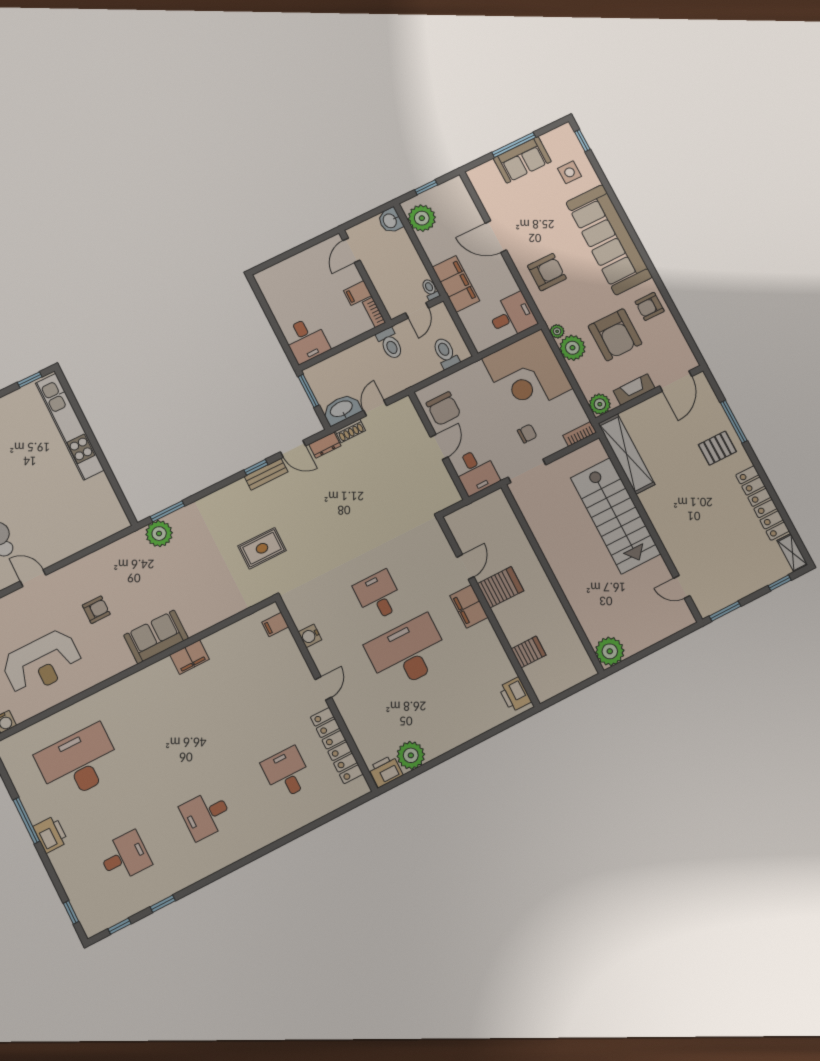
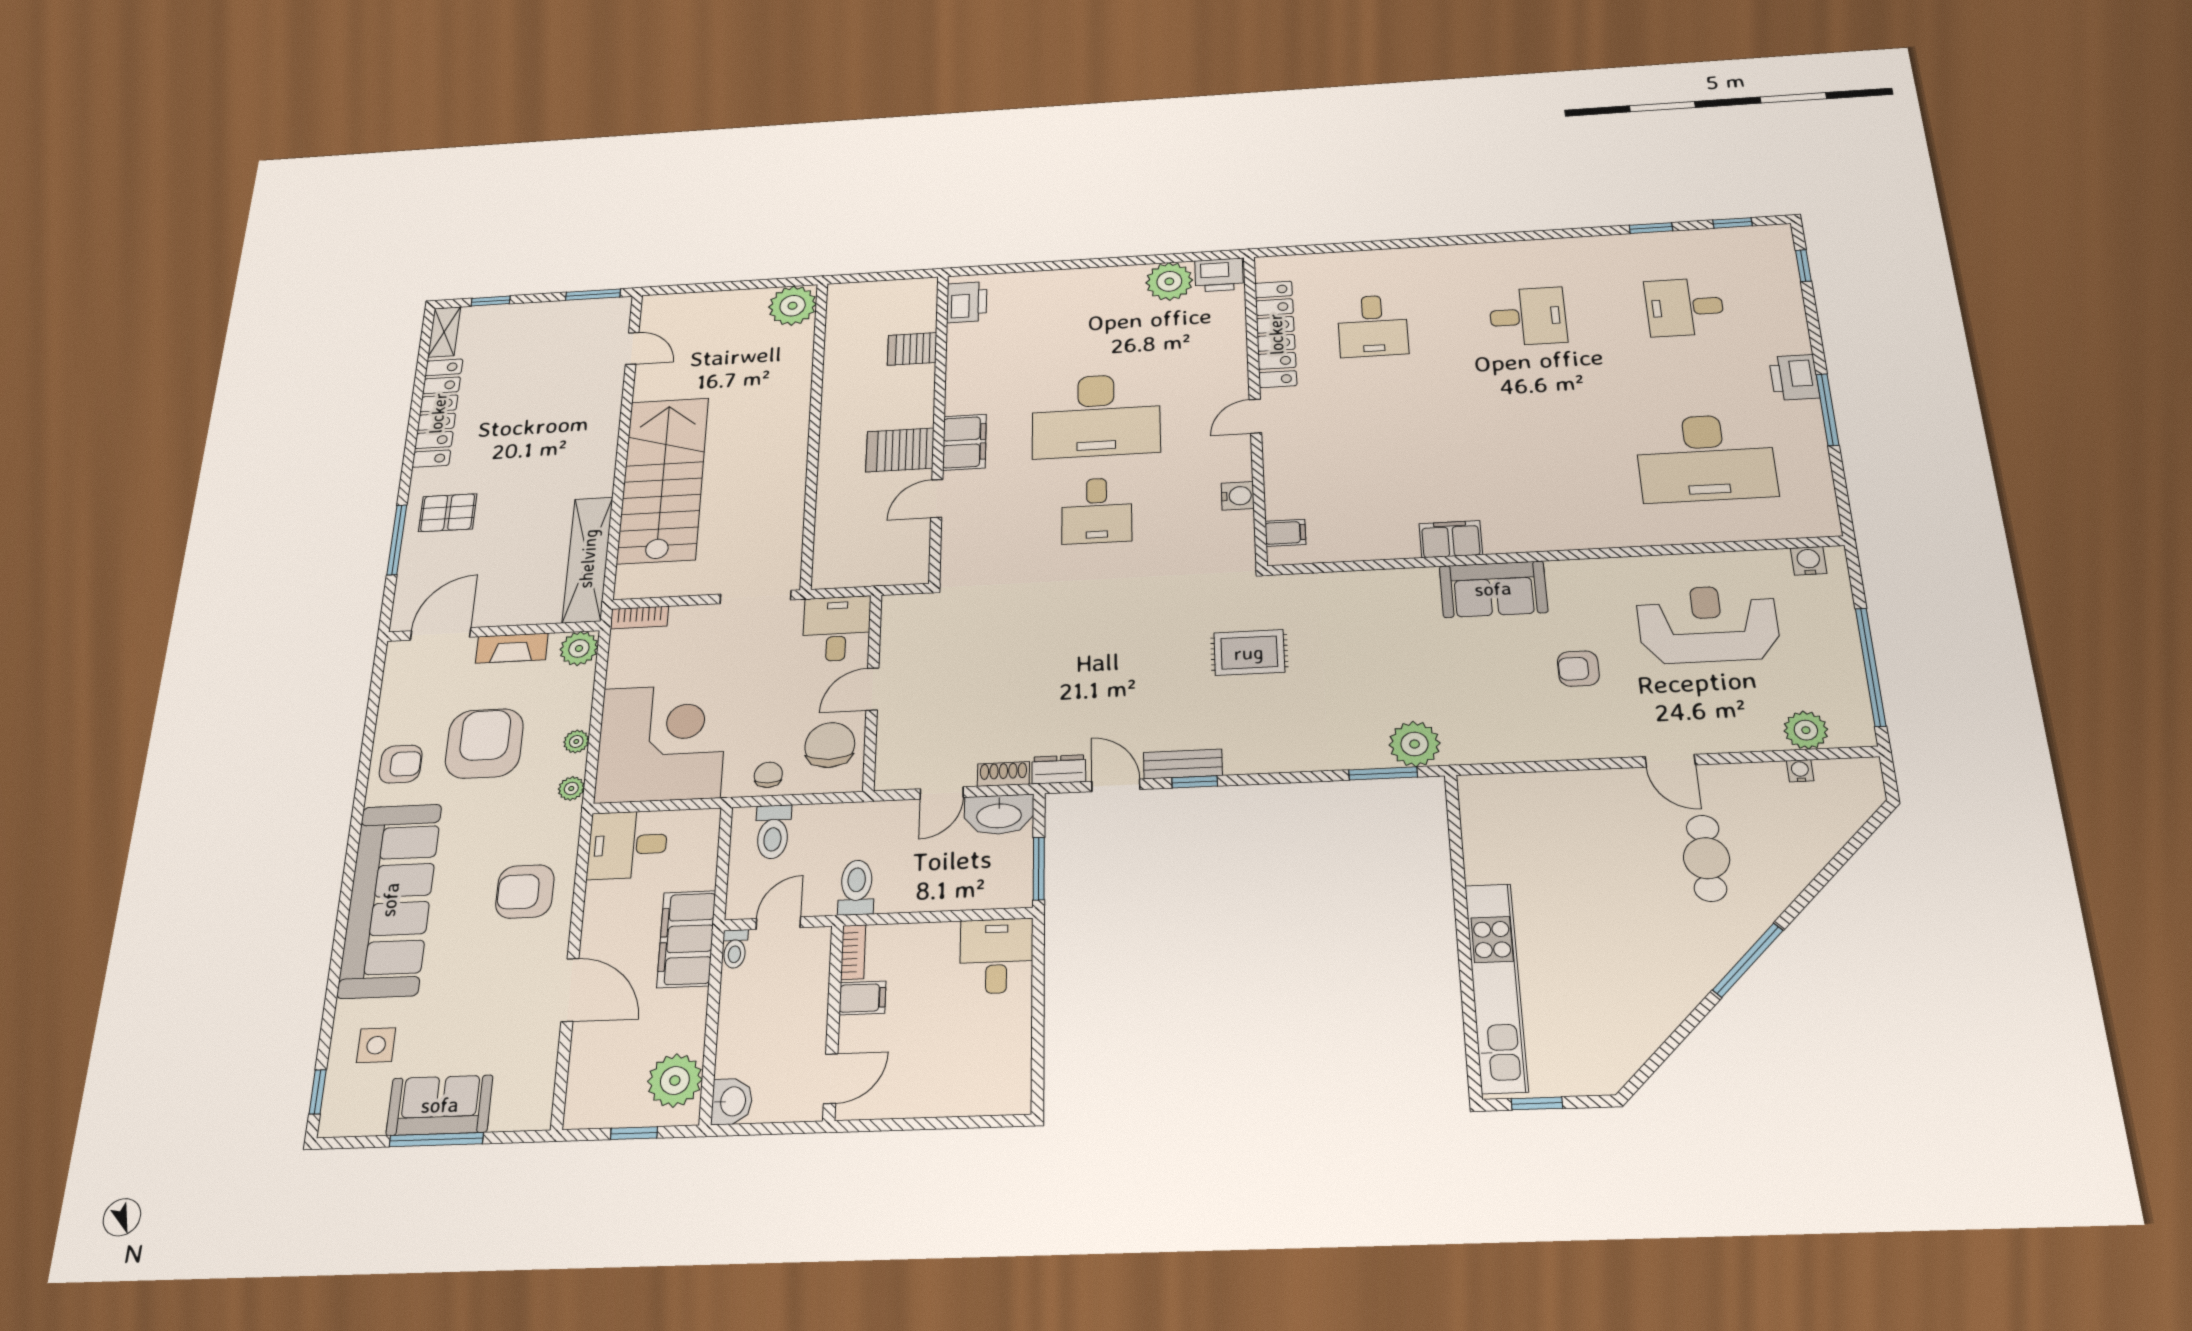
plant: (572, 348) -> (576, 741), width x0.53, depth x0.53
chair: (527, 434) -> (768, 775), moved, turned 90

